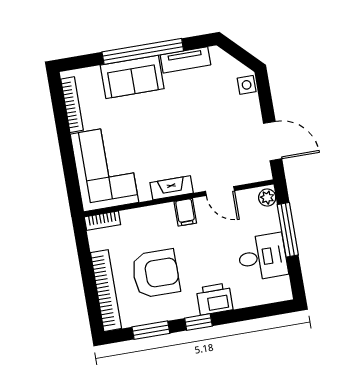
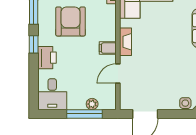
plant: (267, 198) -> (92, 104), moved
desk: (262, 257) -> (52, 94), moved
armchair: (156, 274) -> (71, 21), turned 180

